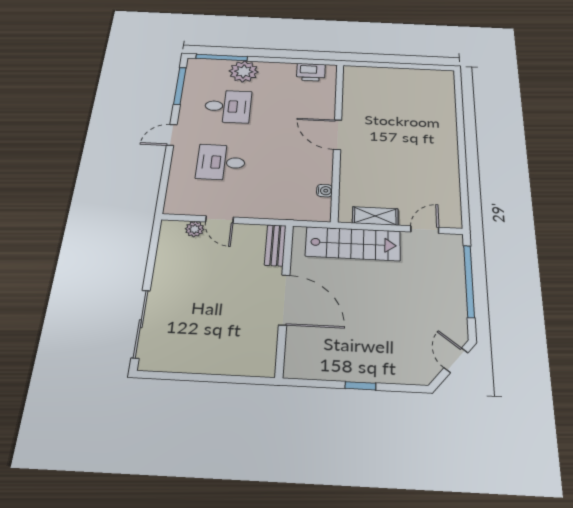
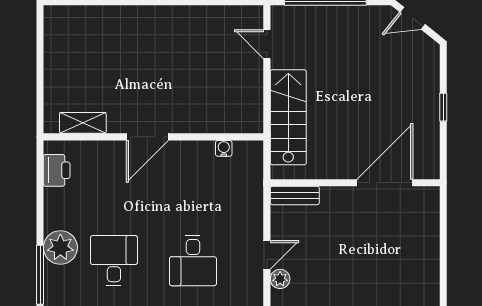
shelving: (375, 216) -> (83, 123), moved, turned 90
door: (284, 300) -> (385, 183), moved

